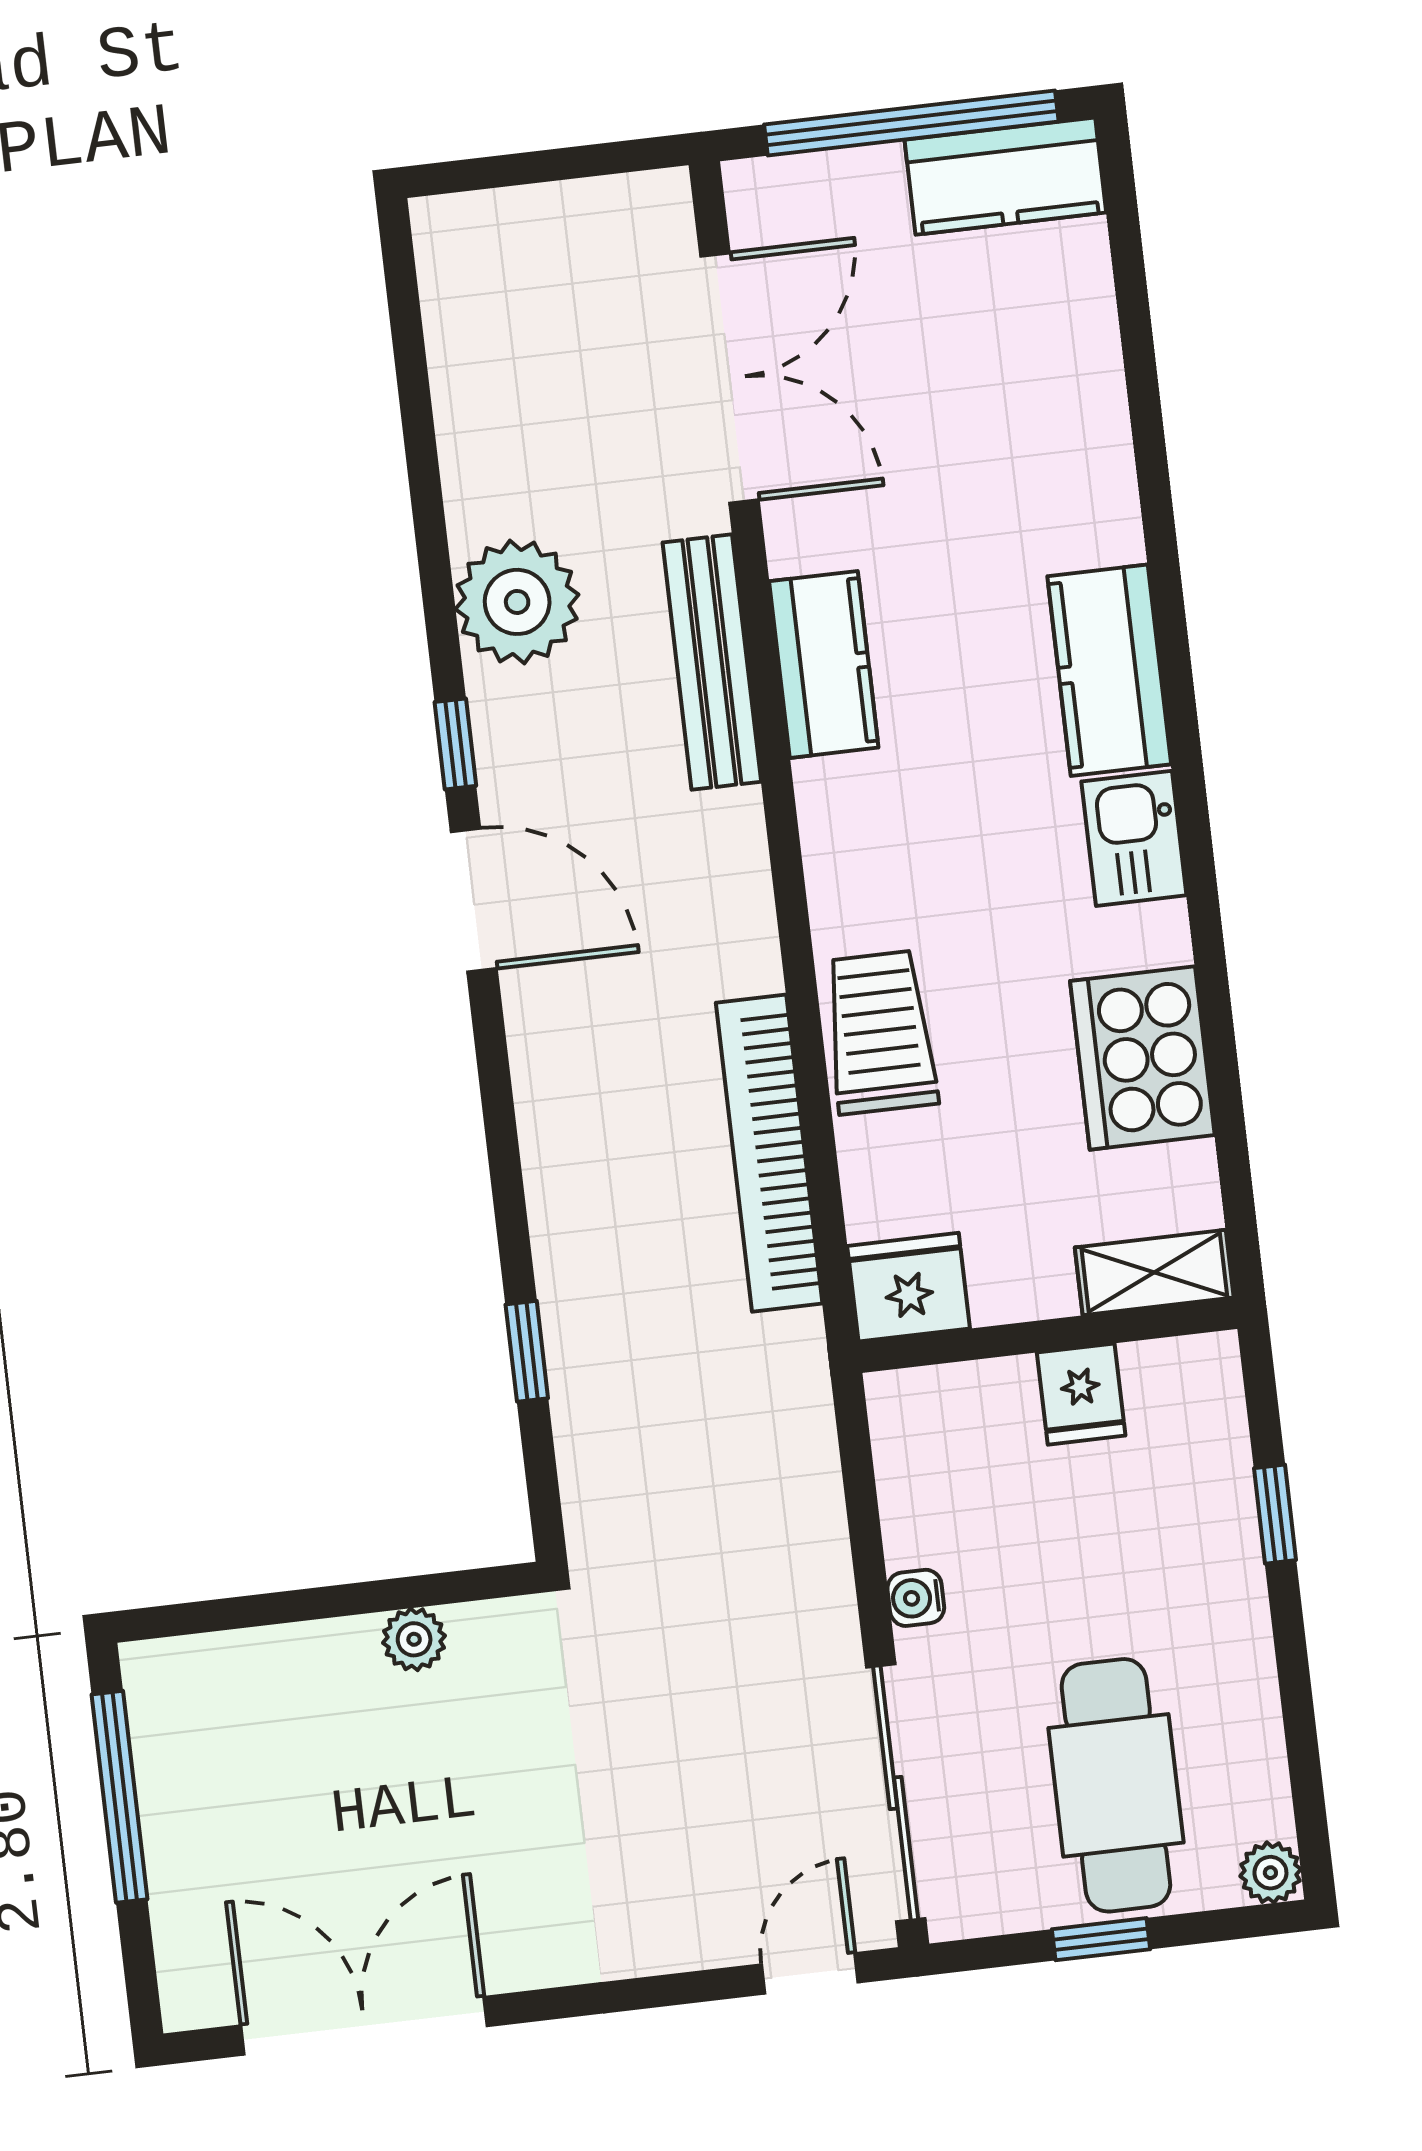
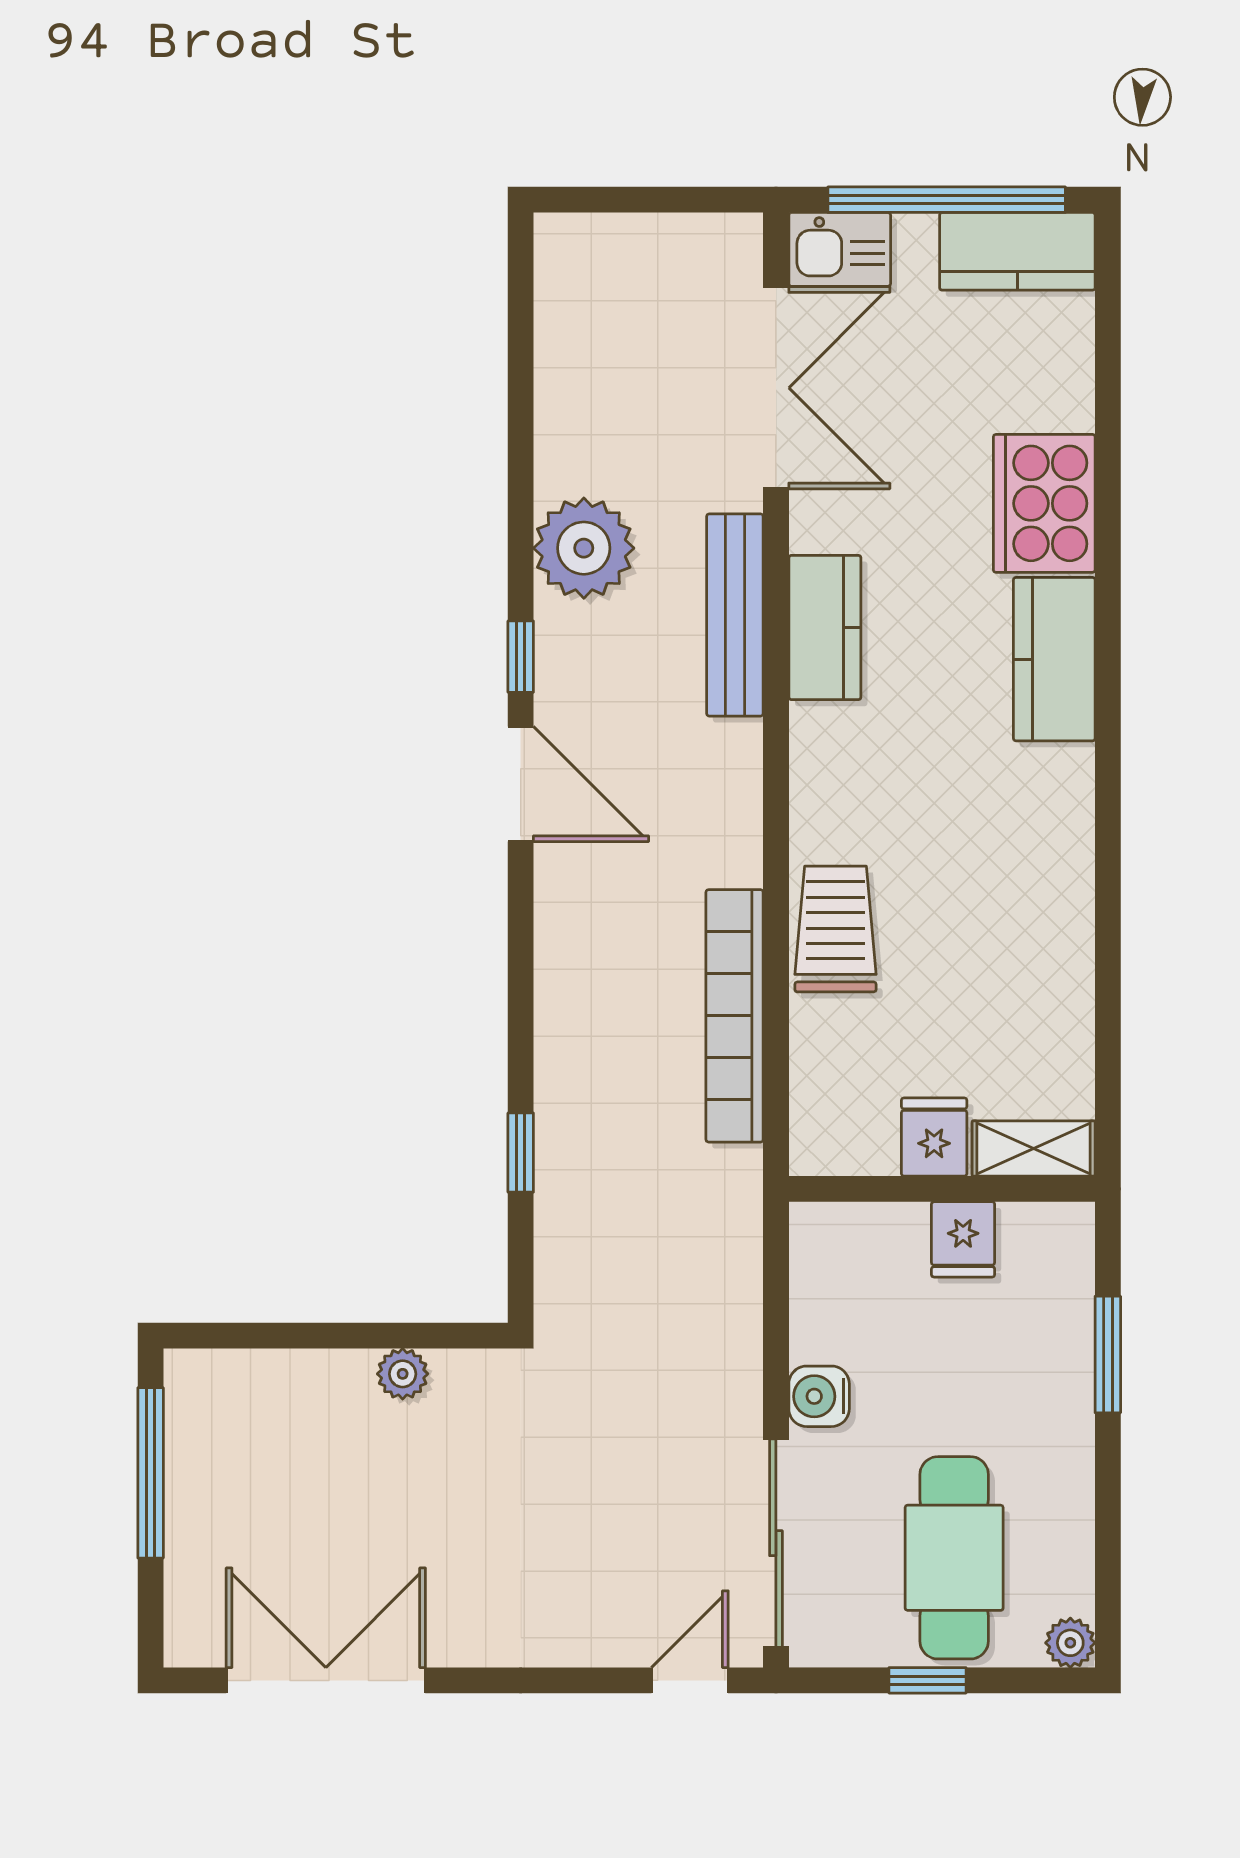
kitchen sink: (1134, 838) -> (840, 249), moved, turned -90
cooker: (1142, 1058) -> (1044, 503), moved
fridge: (909, 1287) -> (934, 1137), moved, width x0.72
window: (1275, 1514) -> (1108, 1355), width x1.50
water cooler: (916, 1598) -> (819, 1396), width x1.38, depth x1.38

